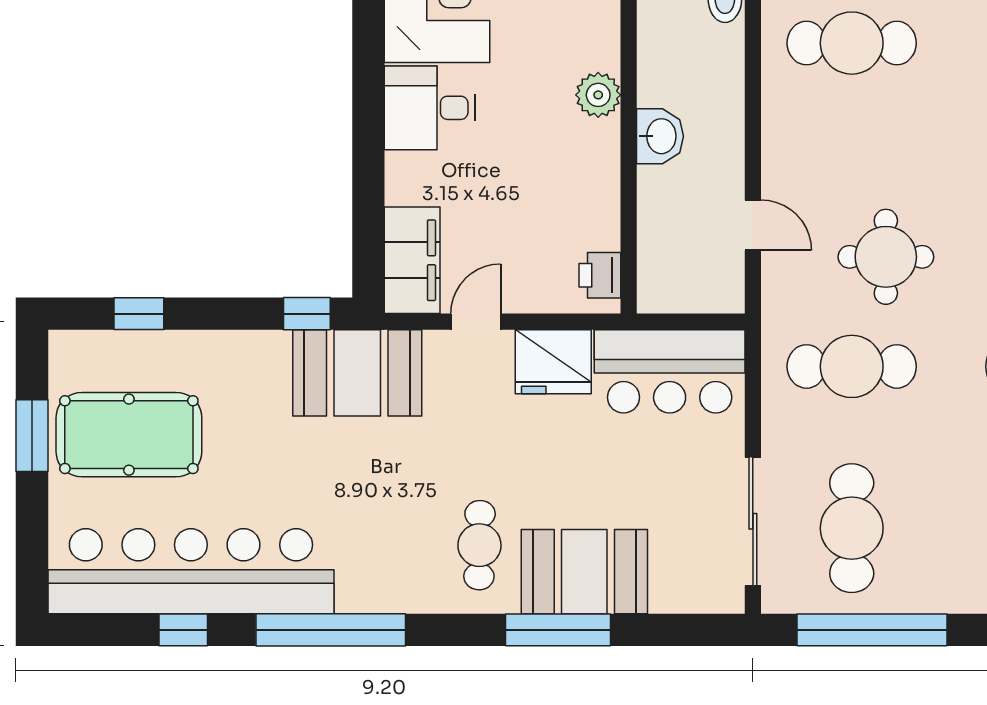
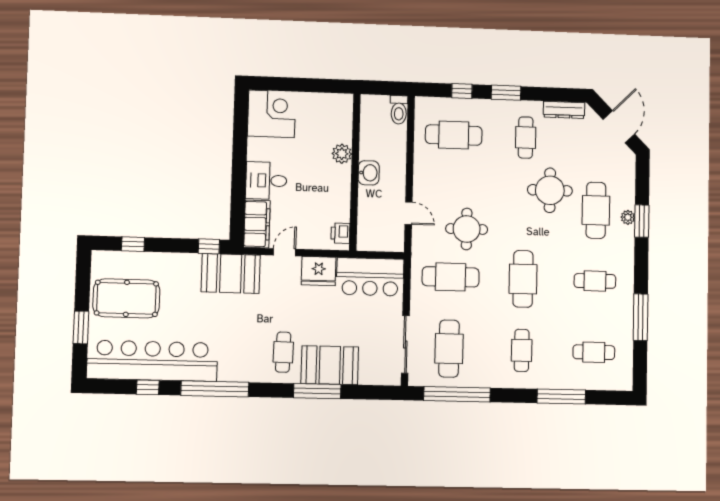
desk: (430, 108) -> (266, 181), moved
window: (32, 436) -> (81, 327), moved

